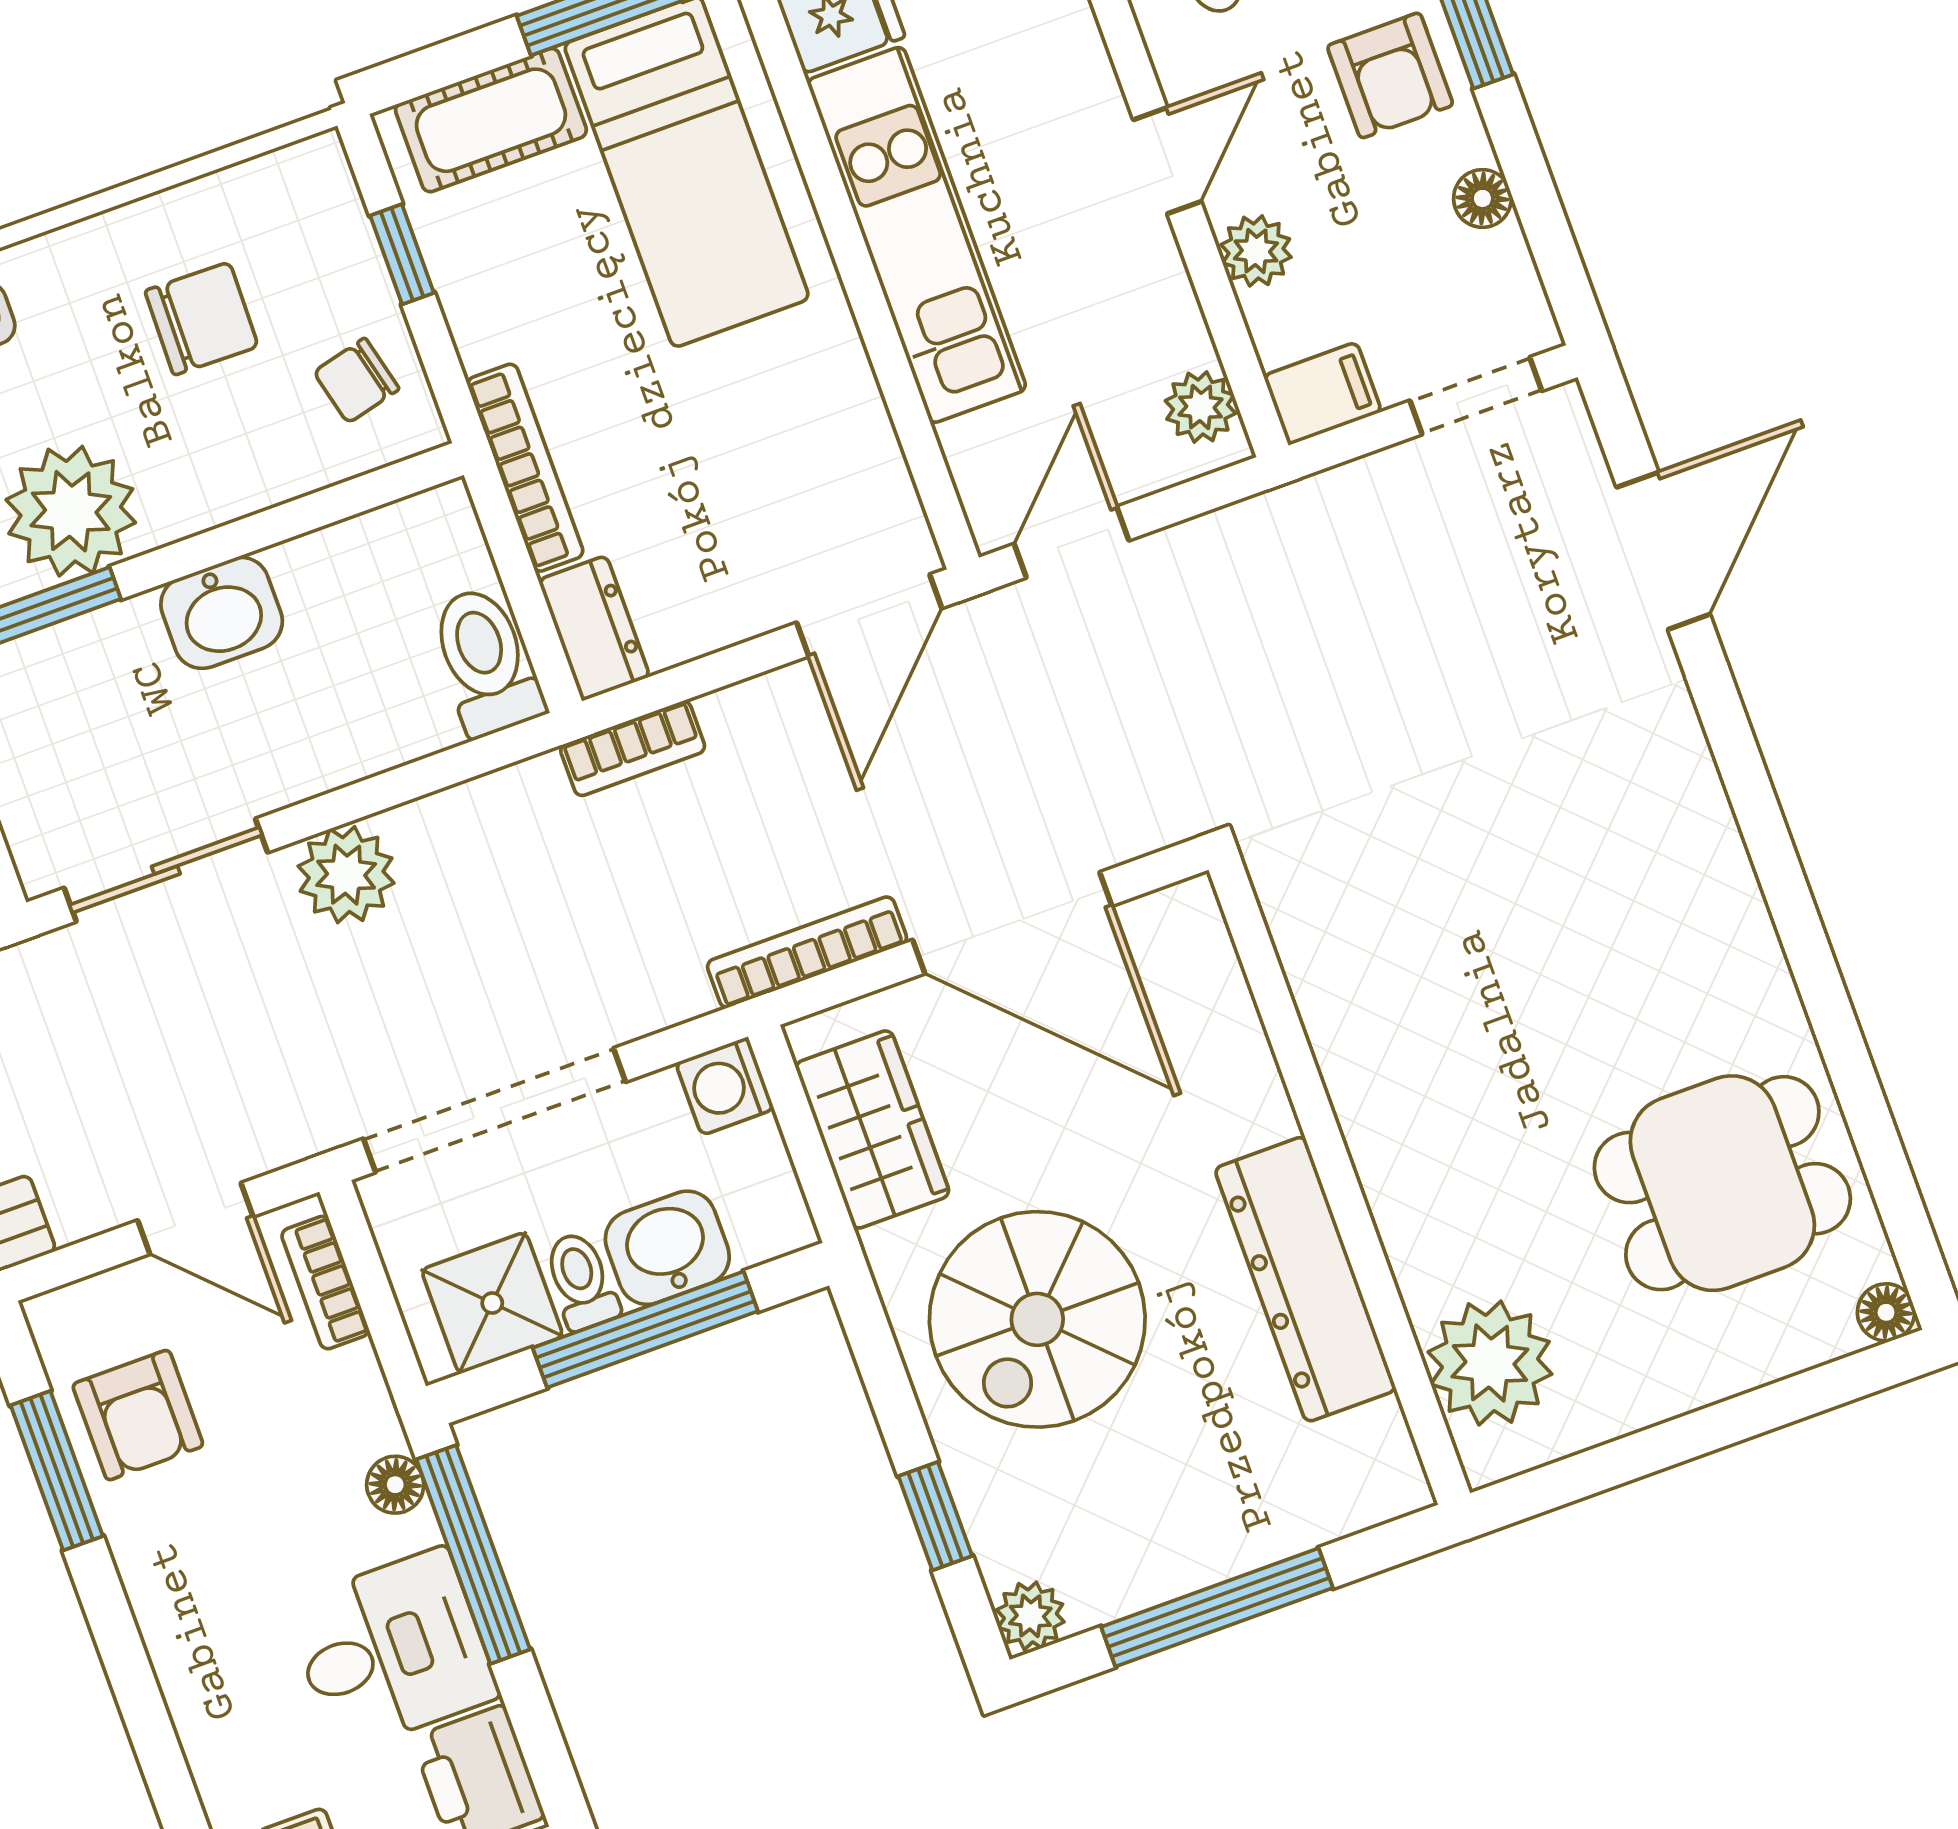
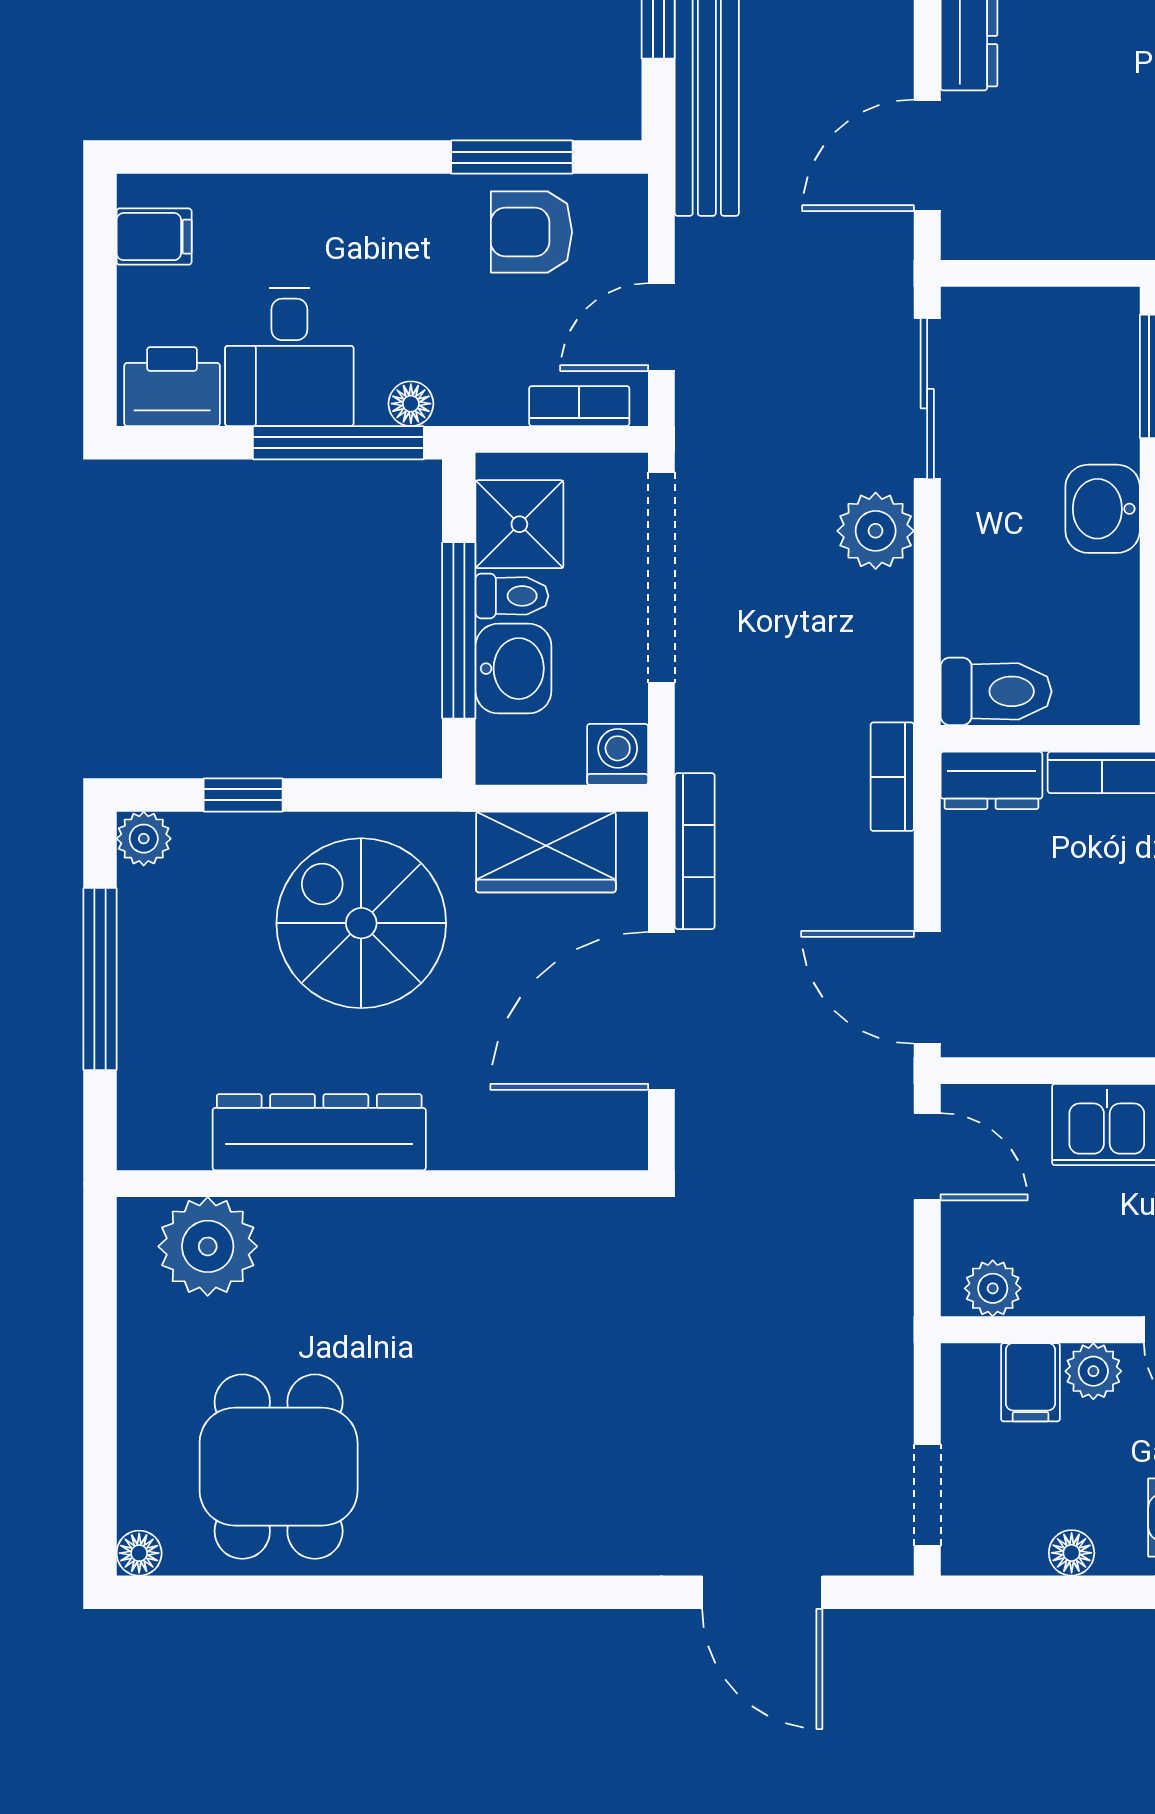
filing cabinet: (1323, 394) -> (1030, 1382), moved

